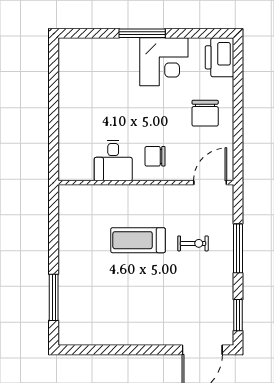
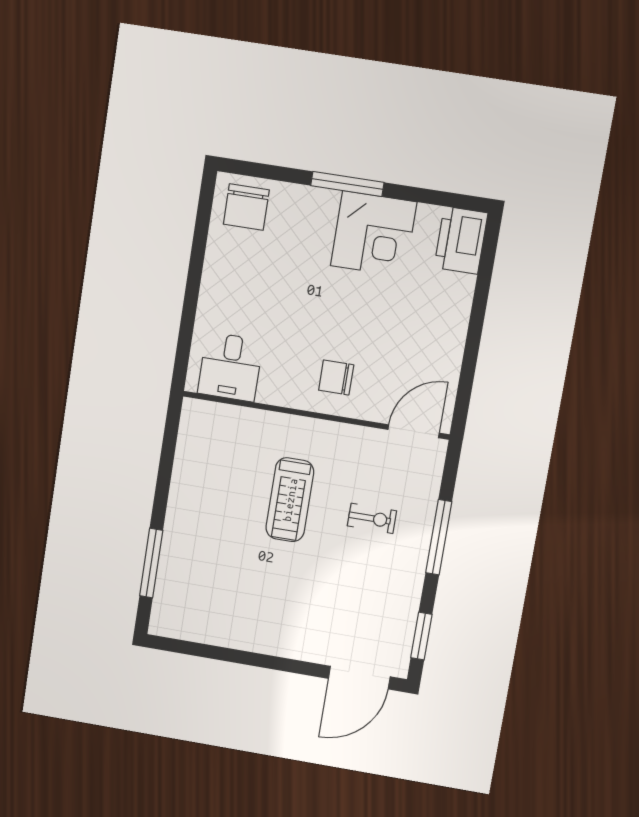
chair: (205, 113) -> (246, 207), moved
desk: (113, 161) -> (230, 367), moved
treadmill: (138, 240) -> (290, 500), turned -90

